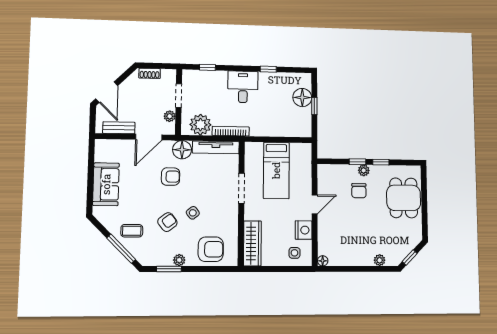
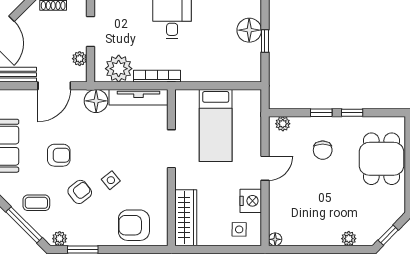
plant: (364, 170) -> (283, 124), moved
armchair: (171, 177) -> (59, 155), moved
armchair: (211, 249) -> (134, 225), turned 180
plant: (179, 260) -> (60, 239), moved

